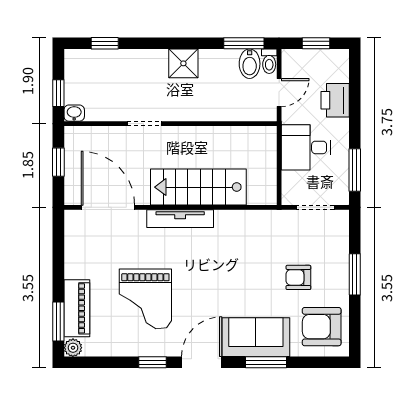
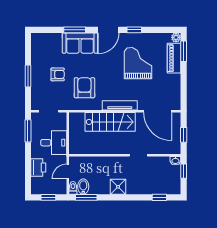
armchair: (322, 327) -> (84, 88), moved, turned -90

